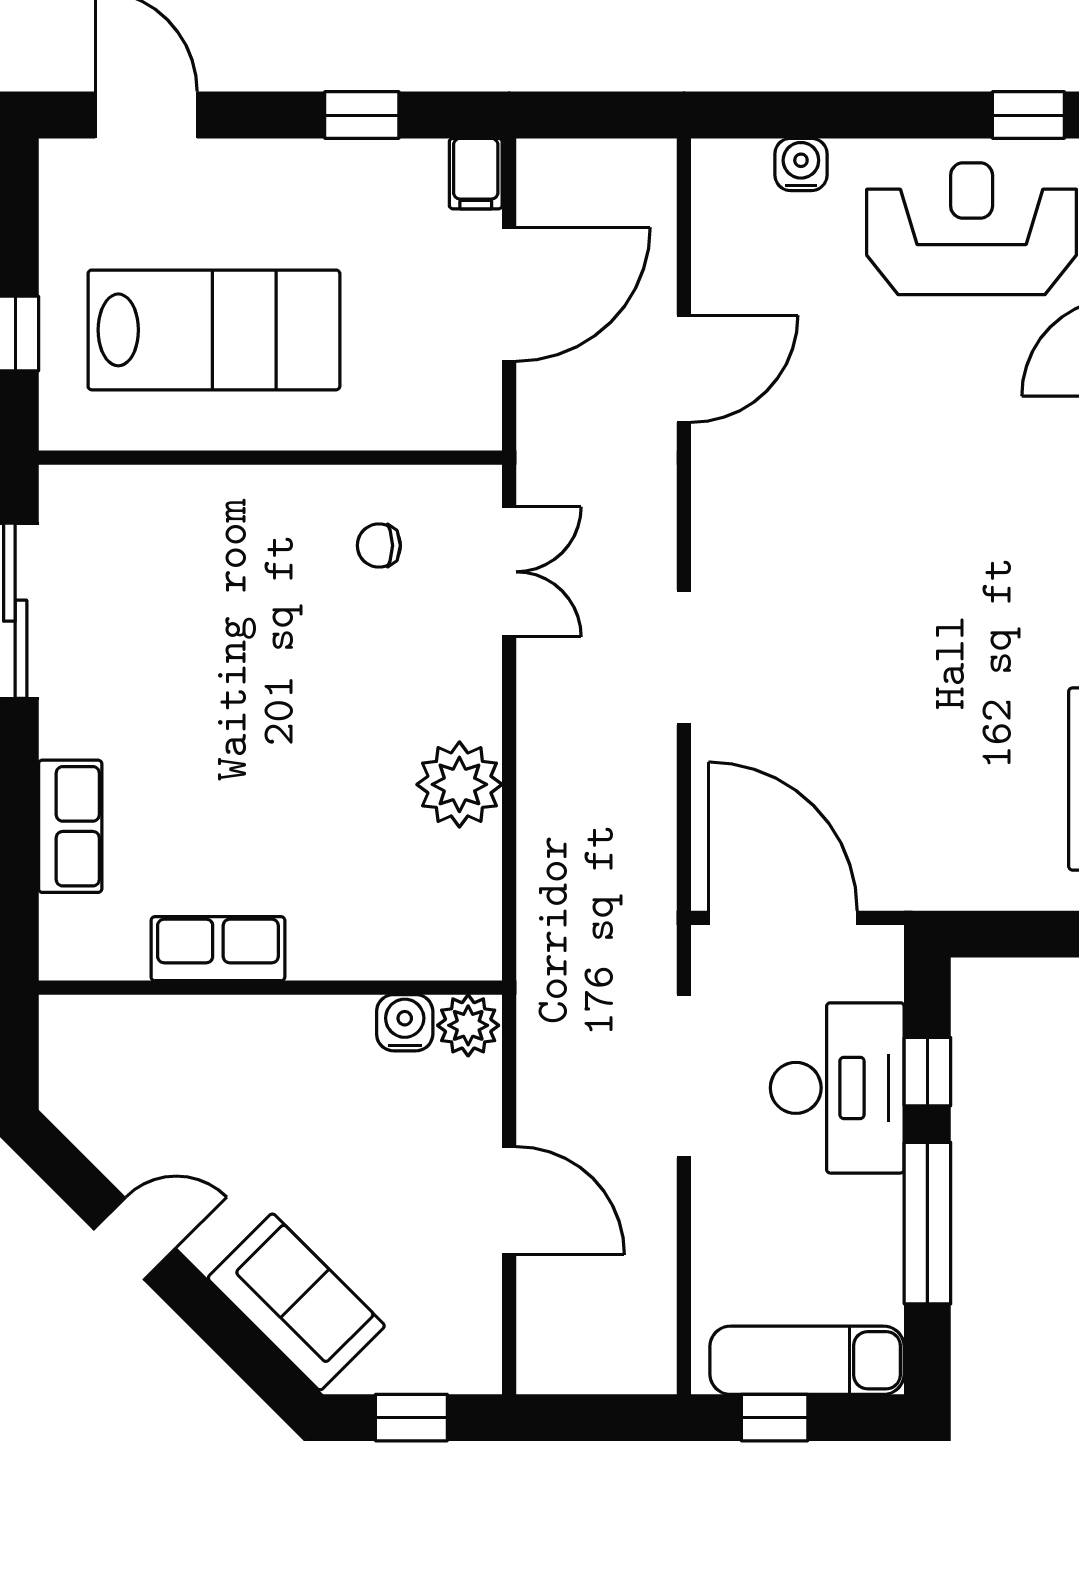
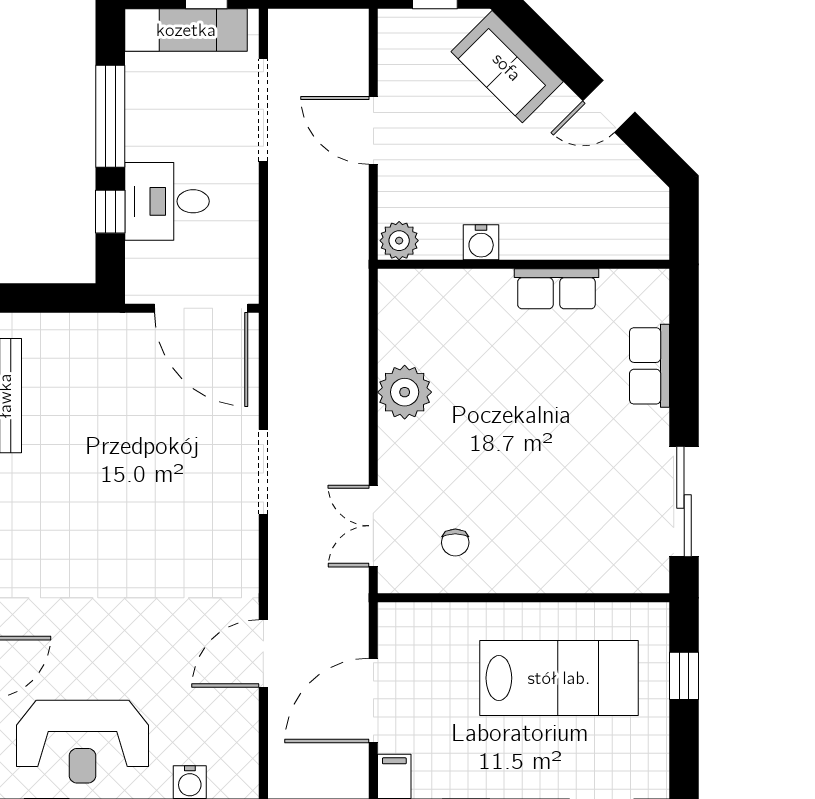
lab bench: (214, 330) -> (559, 678), turned 180
chair: (379, 545) -> (455, 542), turned 90
water cooler: (405, 1023) -> (481, 242), moved
doorway: (684, 1076) -> (263, 110), moved
desk: (837, 1088) -> (167, 201), width x0.73

